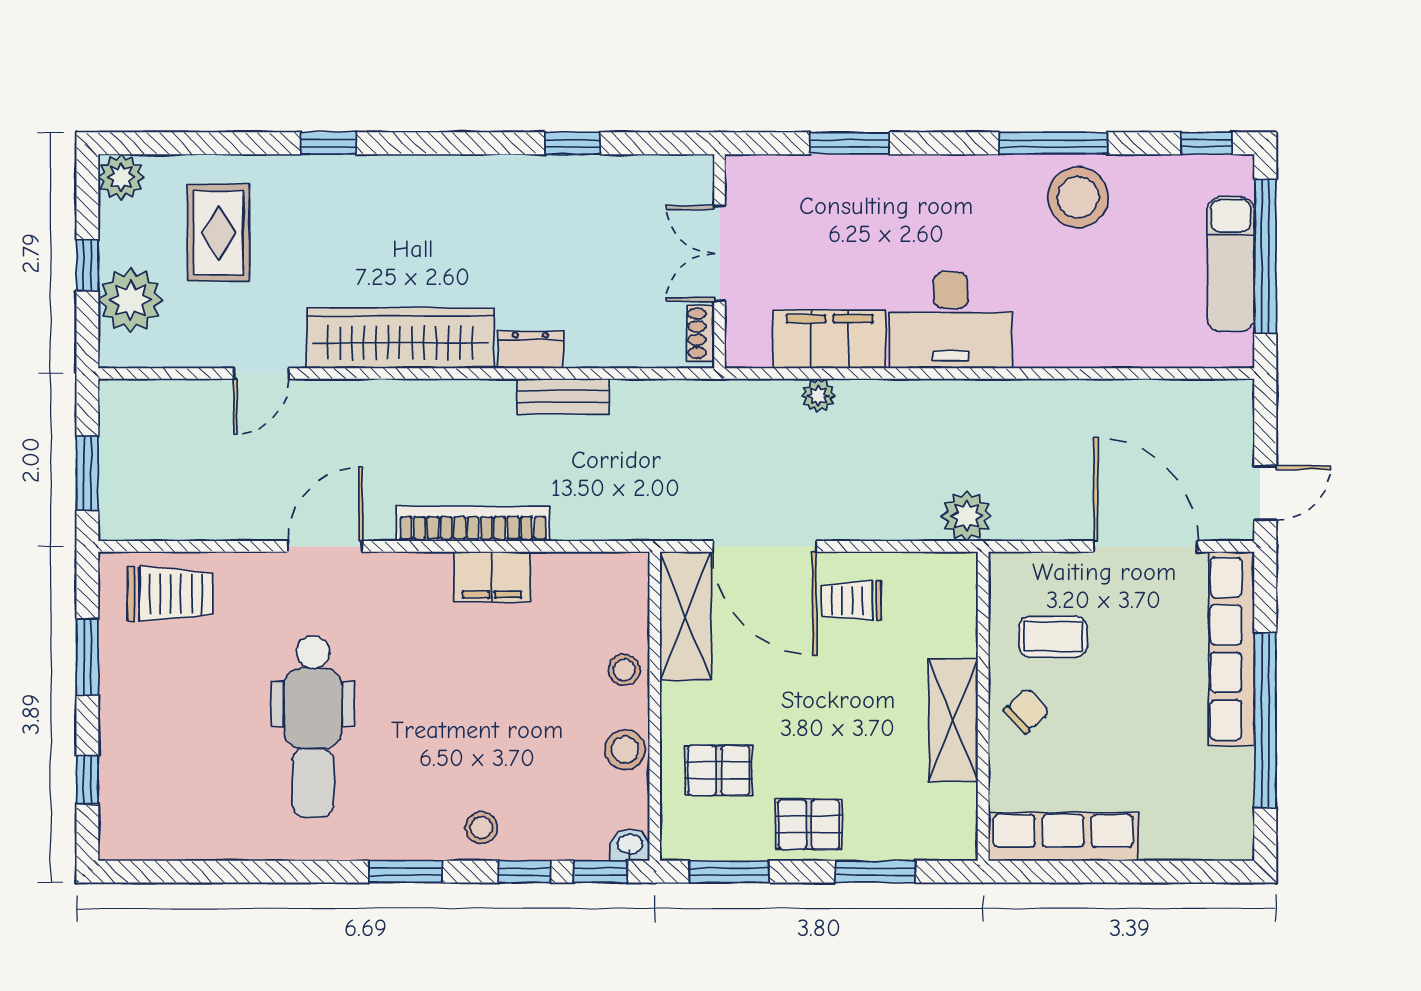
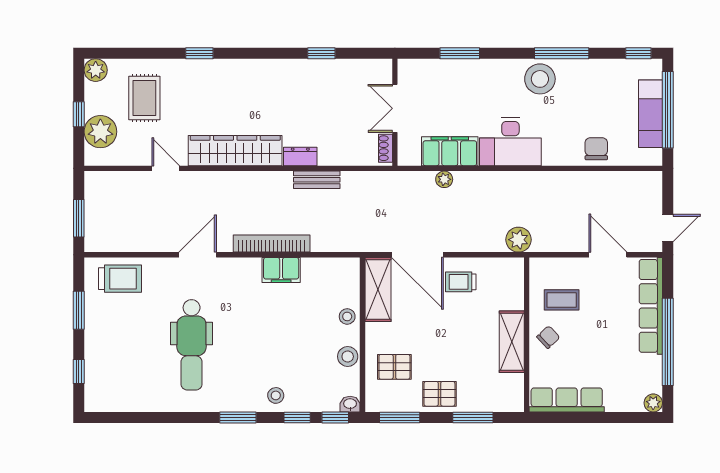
stool: (1078, 197) -> (540, 79), moved
chair: (1122, 334) -> (596, 149), added
door: (261, 374) -> (166, 168), swing flipped
door: (1146, 546) -> (608, 255), width x0.73
plant: (1236, 843) -> (653, 403), added

